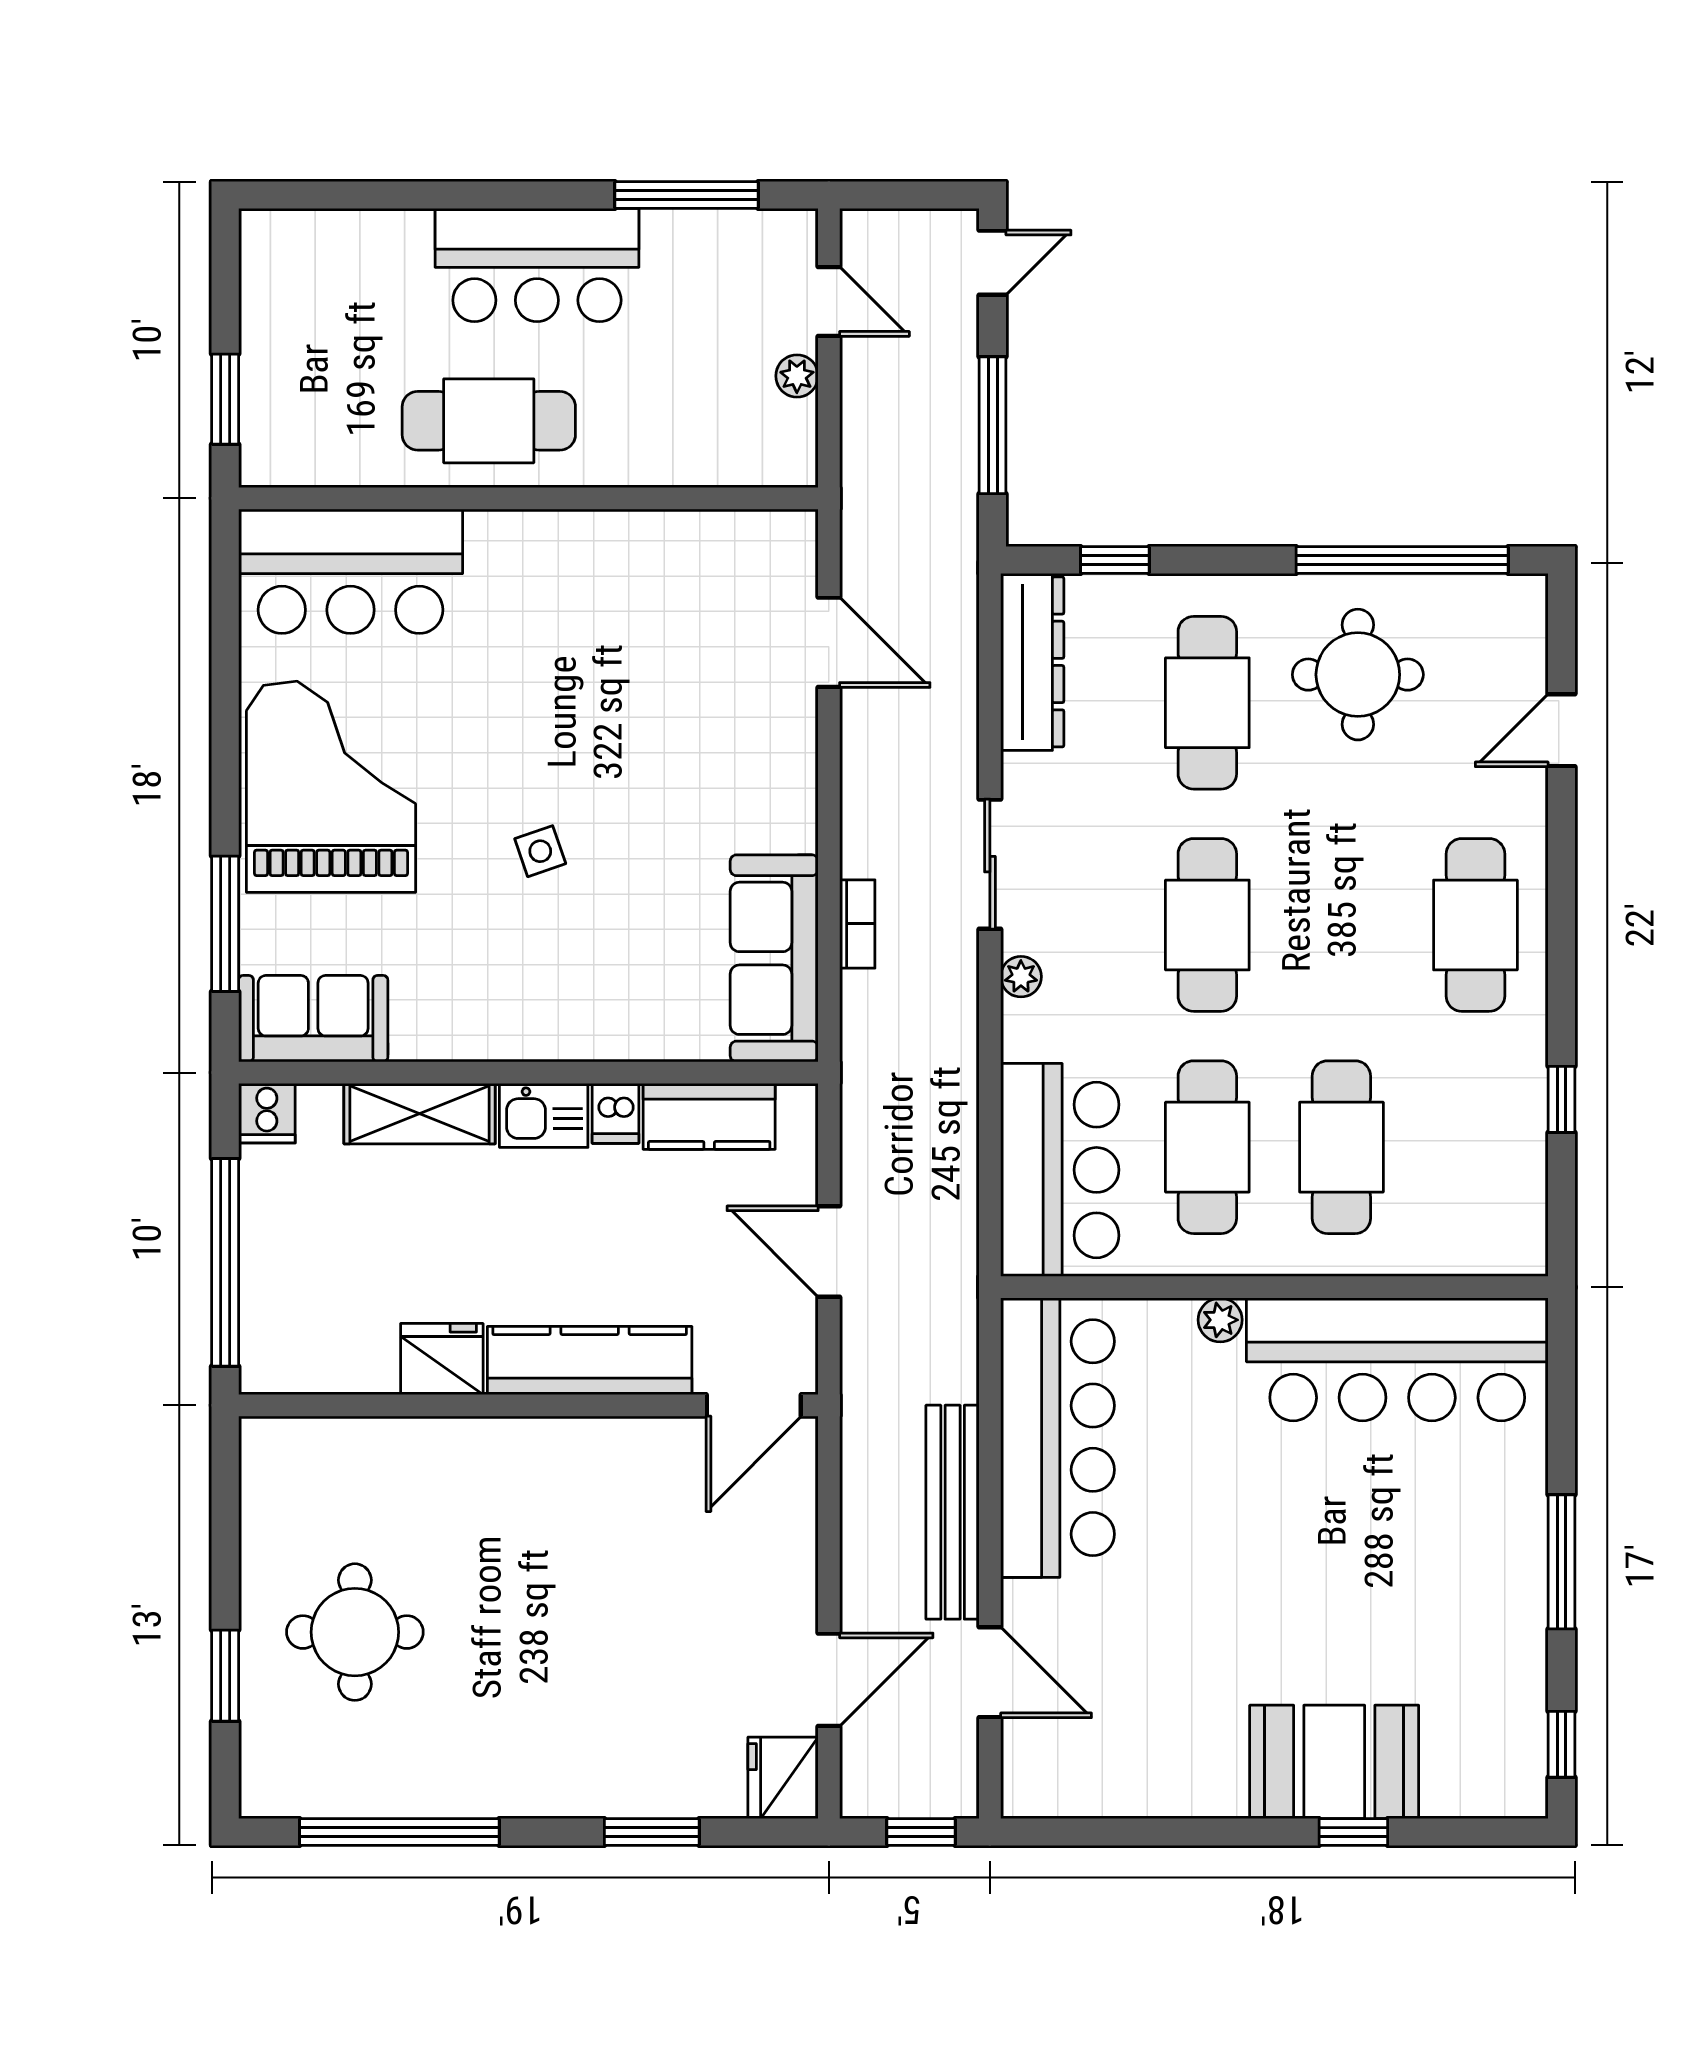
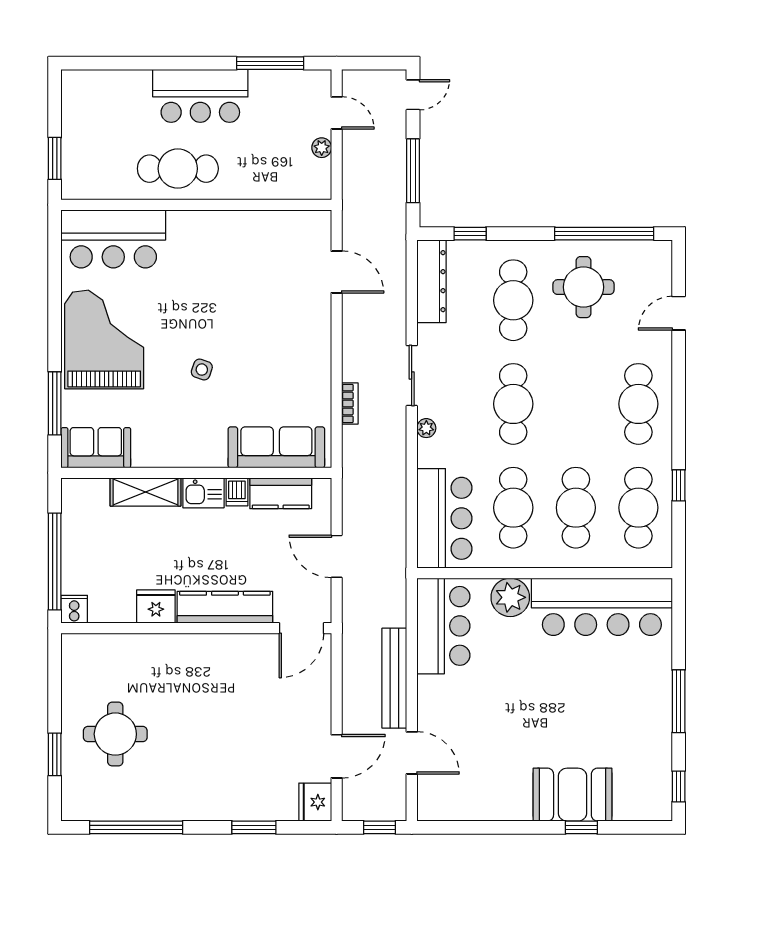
side table: (540, 851) -> (202, 370), turned 38
sofa: (774, 958) -> (276, 447), moved, turned 90
cooker: (267, 1113) -> (74, 609), moved, turned 180
cafe table: (1475, 1147) -> (638, 508), added
plant: (1220, 1320) -> (510, 597), width x1.87, depth x1.87
bar counter: (1058, 1438) -> (443, 626), width x0.73

